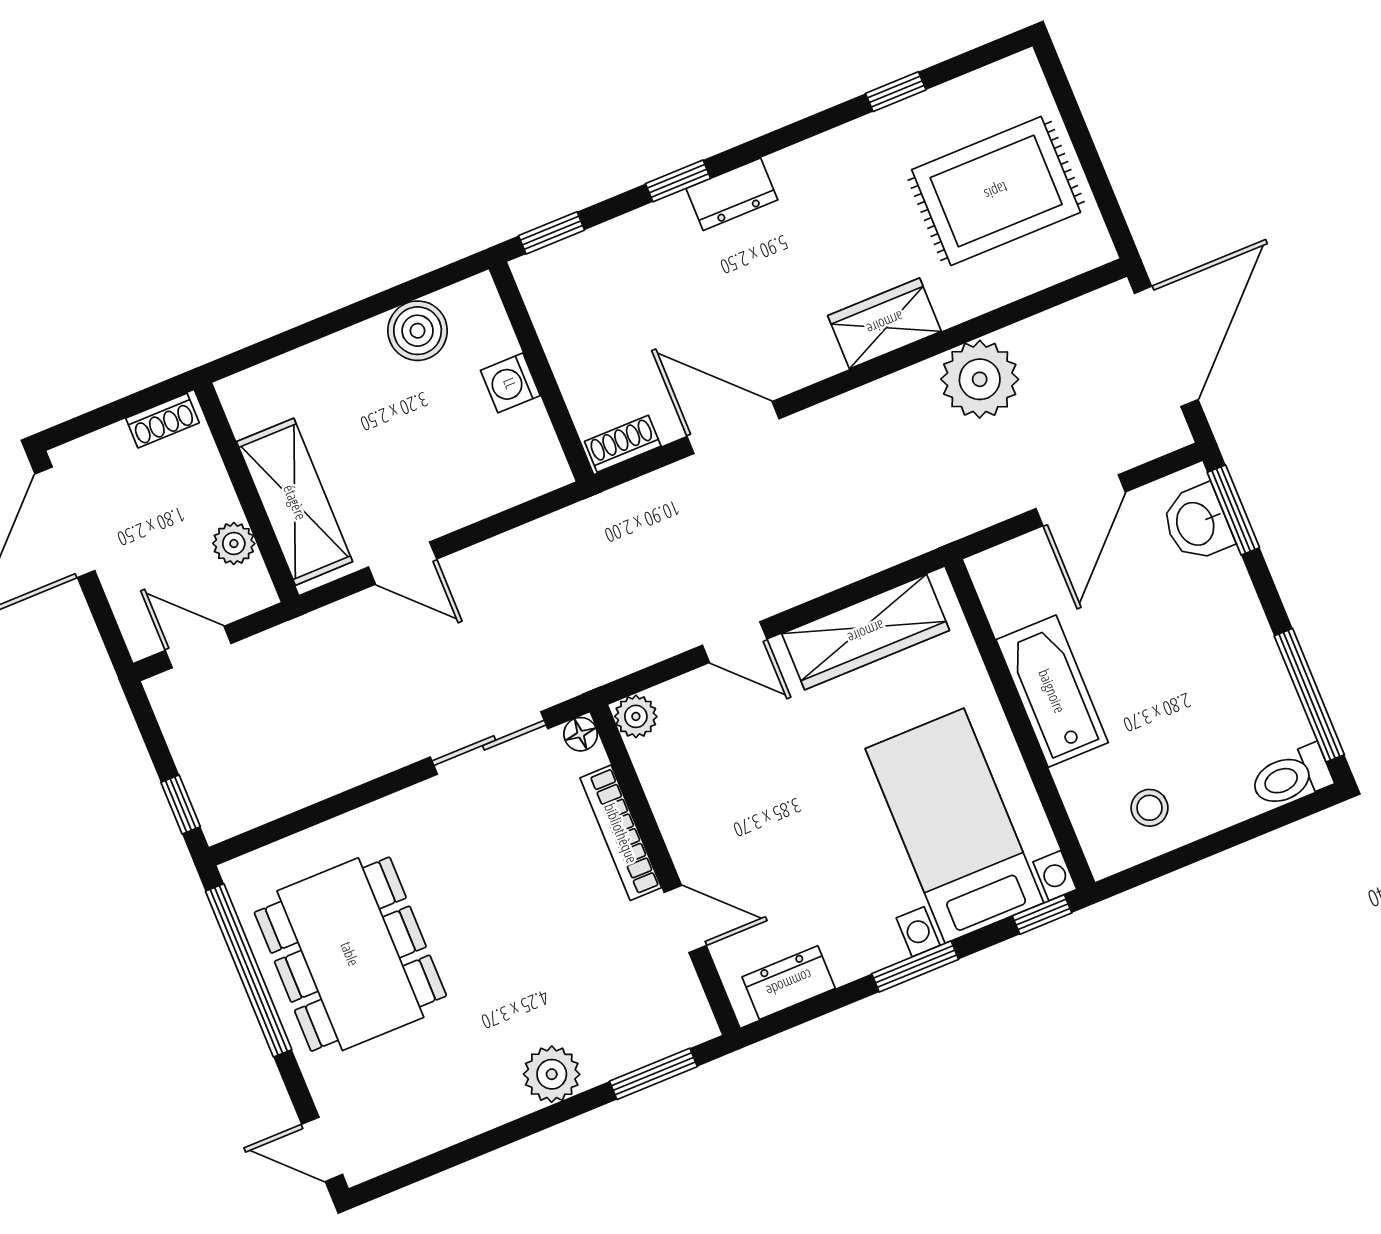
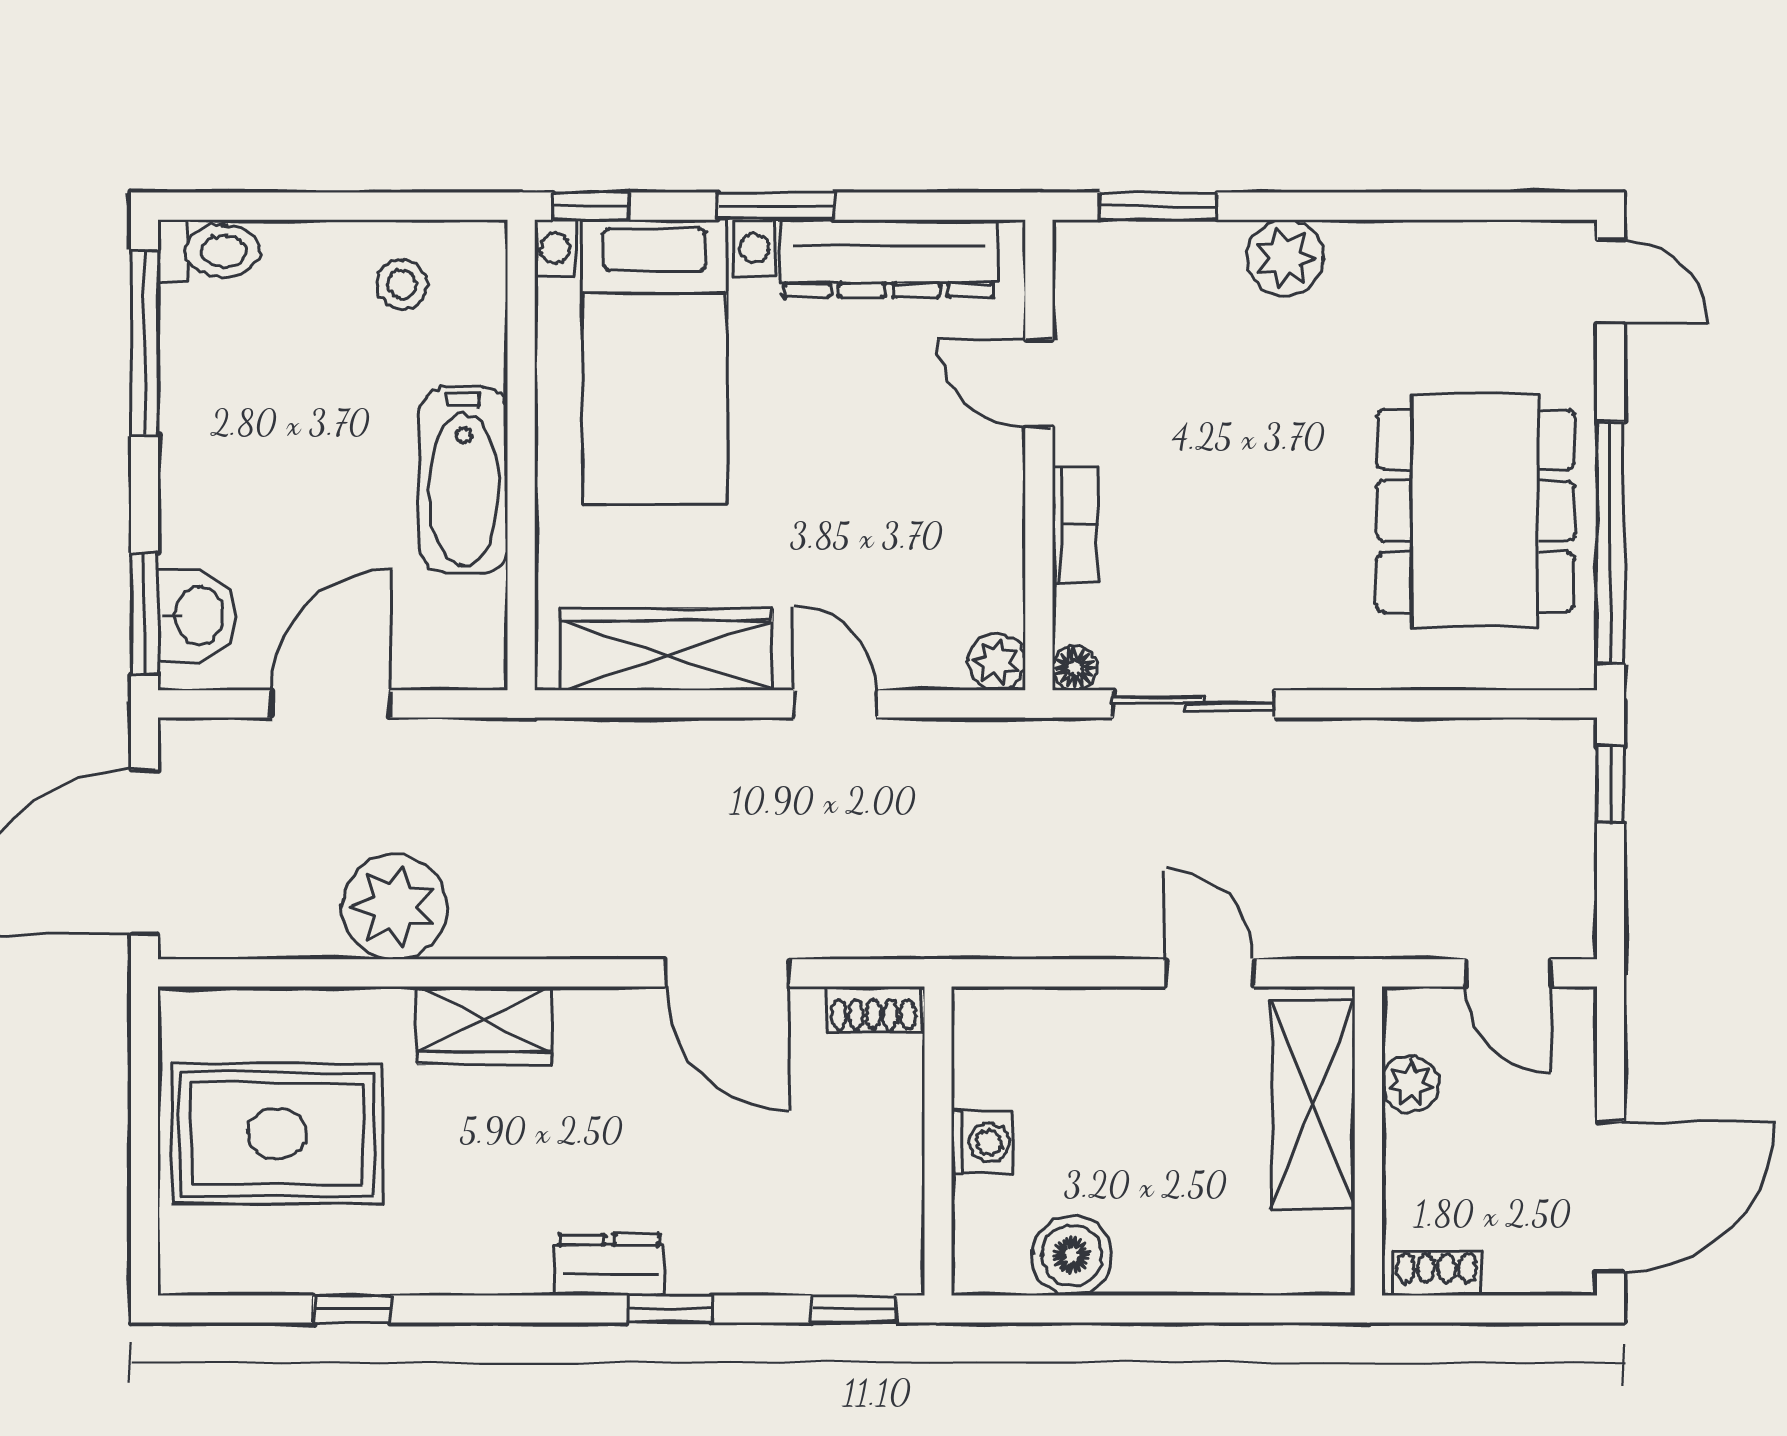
bookcase: (621, 833) -> (1075, 524), width x0.64
dresser: (789, 983) -> (889, 258), width x1.96, depth x1.24

